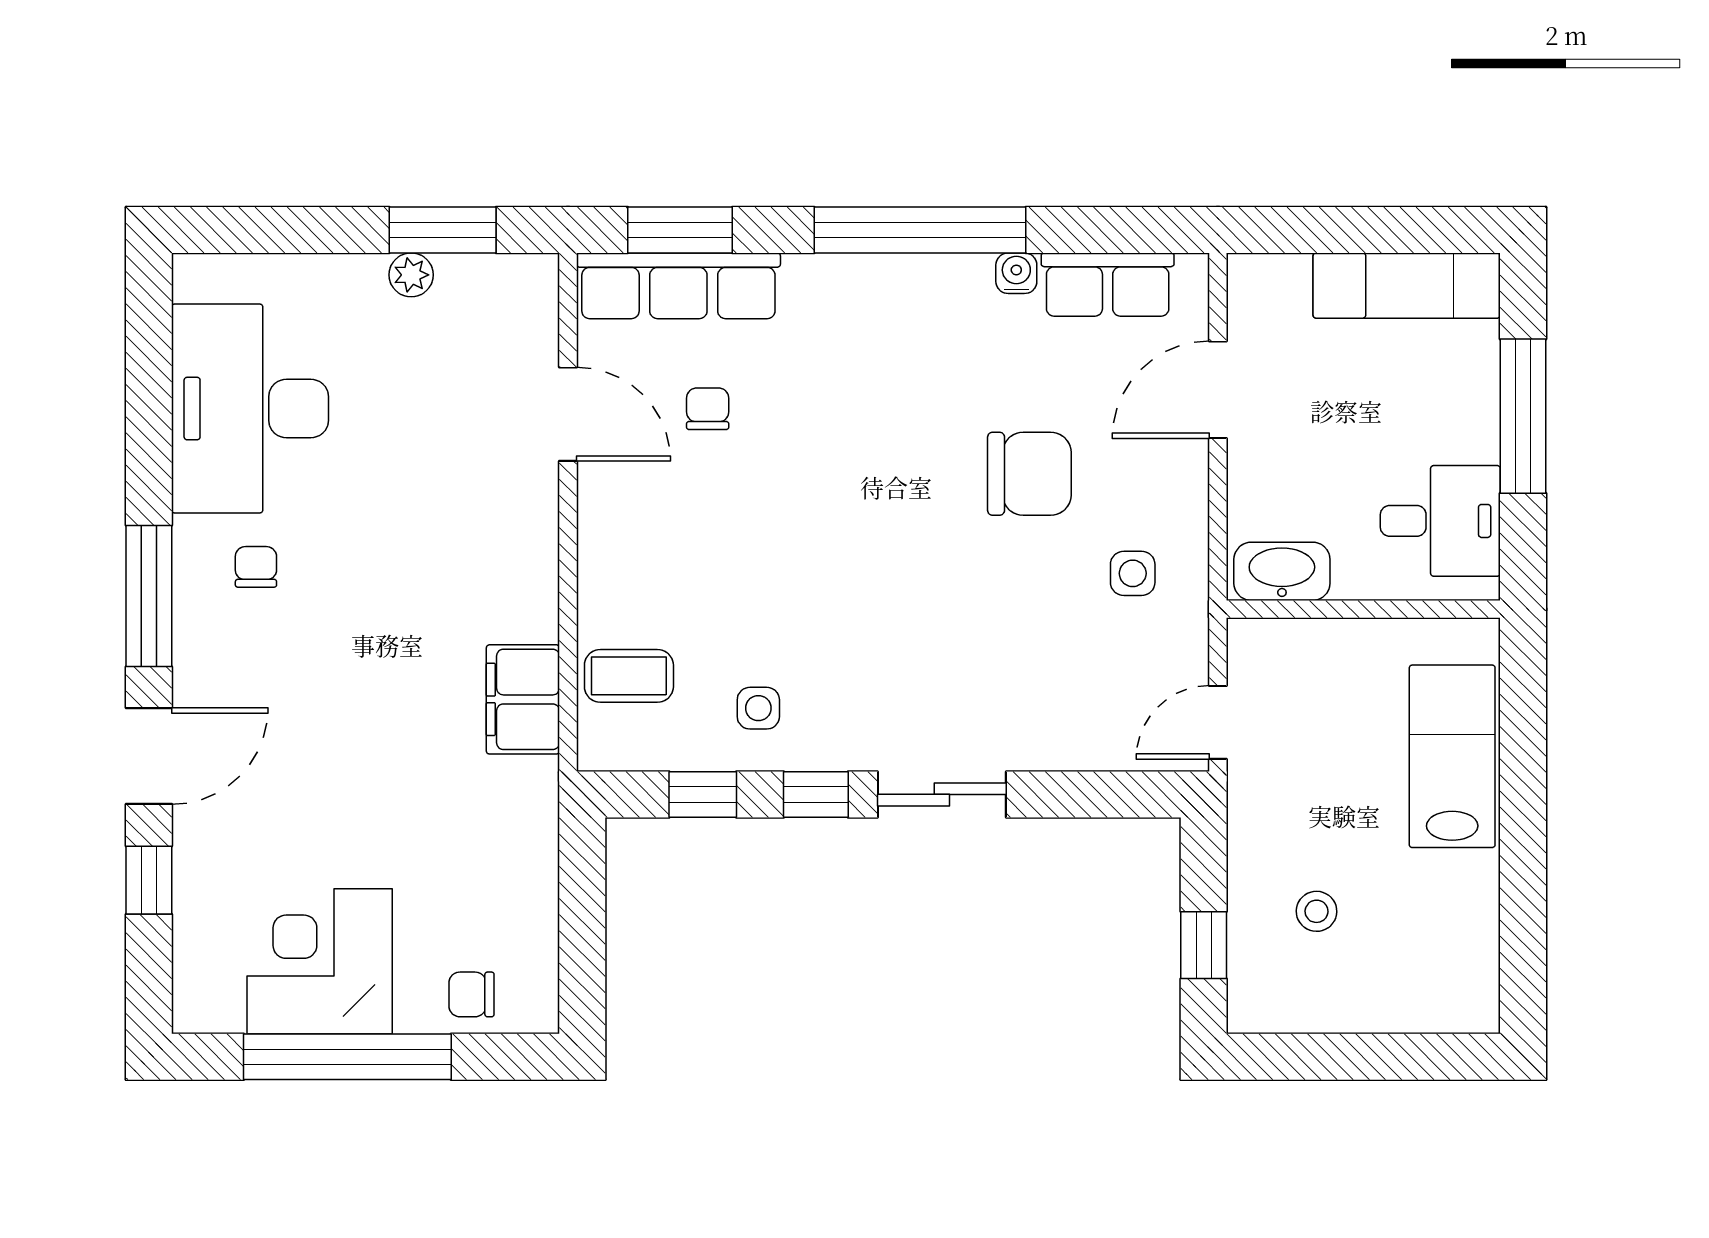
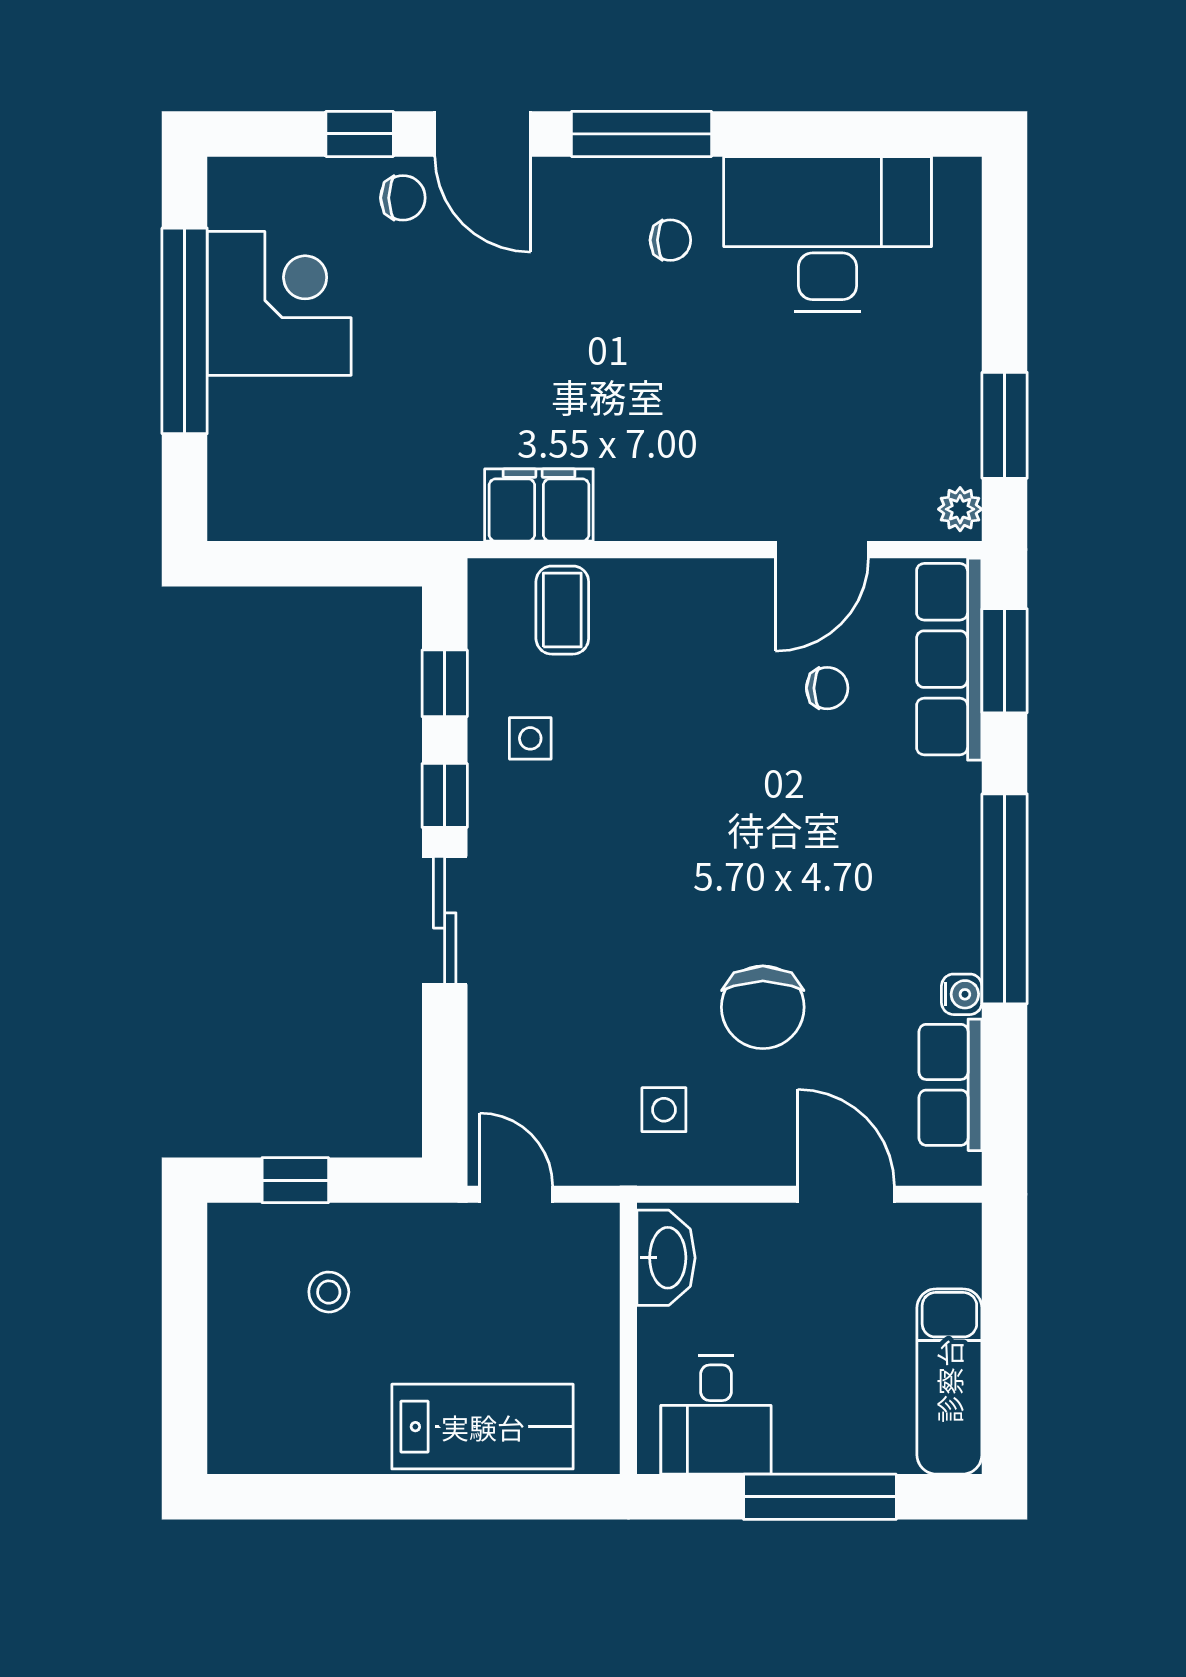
plant: (411, 275) -> (960, 509), moved
chair: (472, 994) -> (403, 198), moved, turned 90

